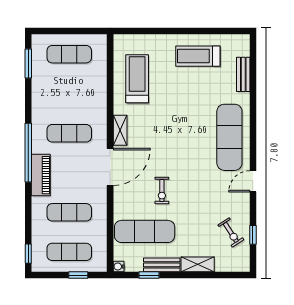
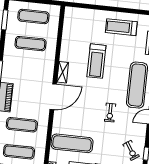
treadmill: (137, 79) -> (96, 61), moved, turned 180
exercise mat: (69, 133) -> (31, 44), moved
exercise bike: (162, 190) -> (110, 113), moved

